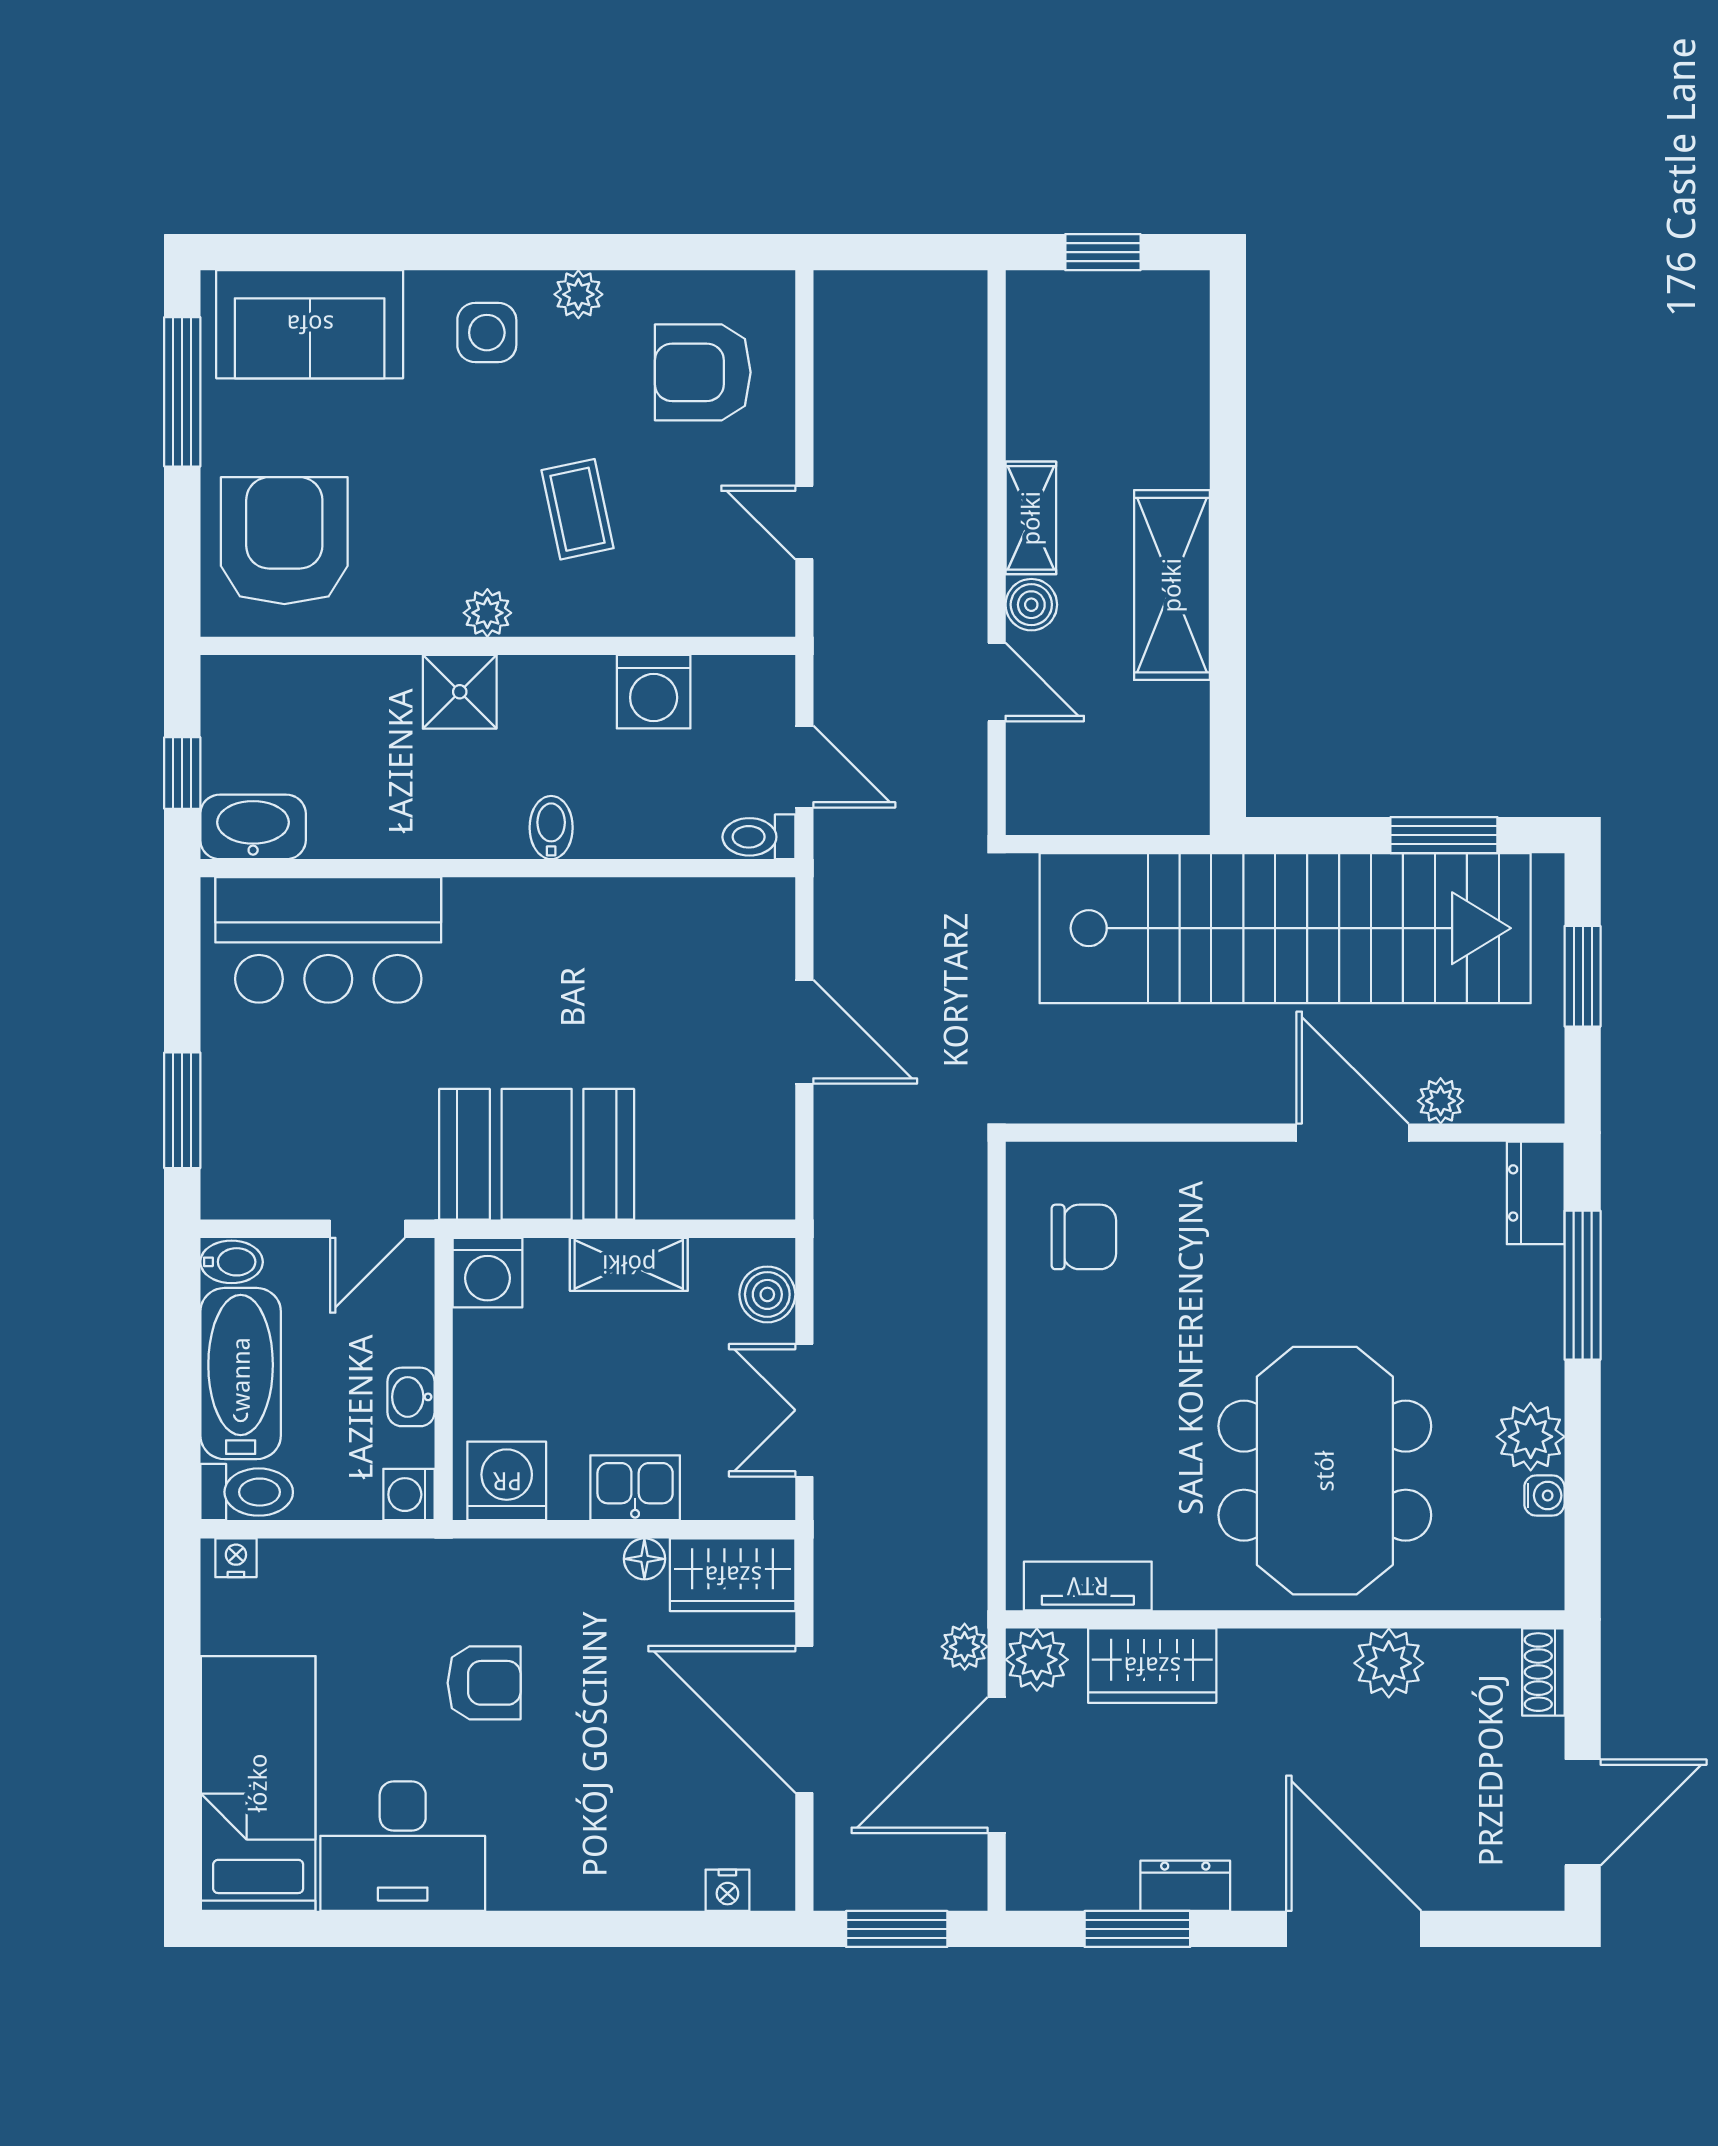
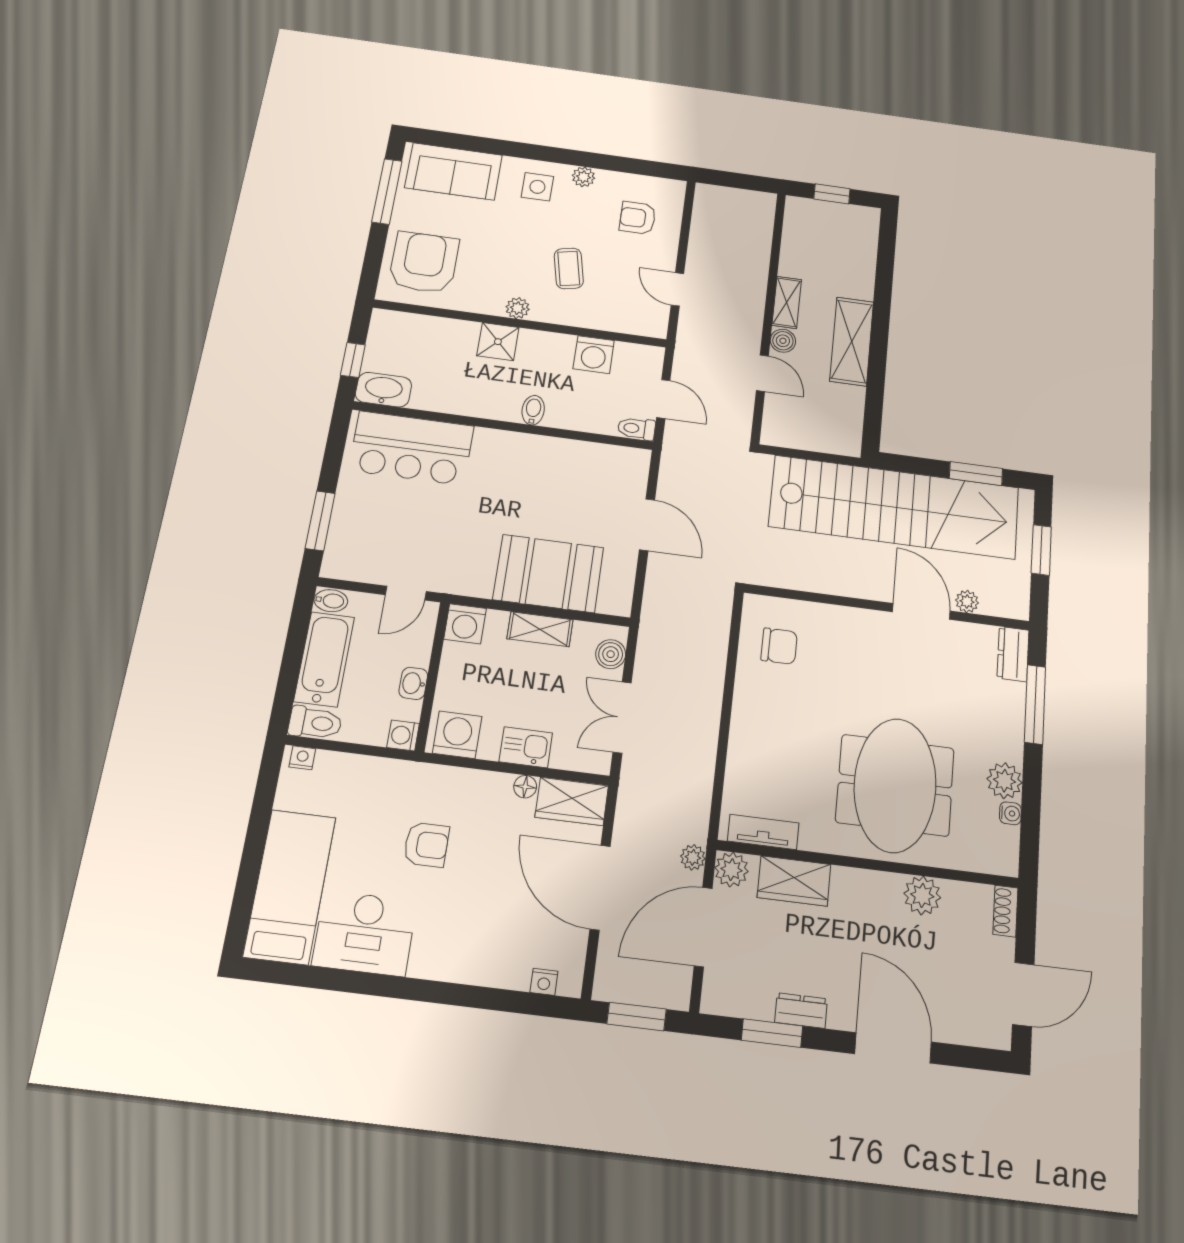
armchair: (703, 372) -> (638, 218), width x0.72, depth x0.72
booth: (537, 1154) -> (548, 573), moved

